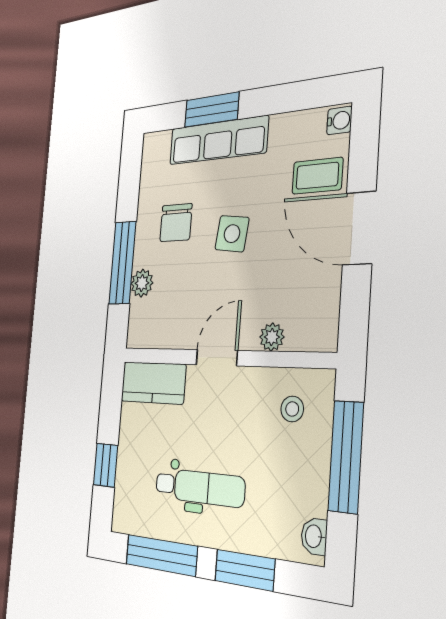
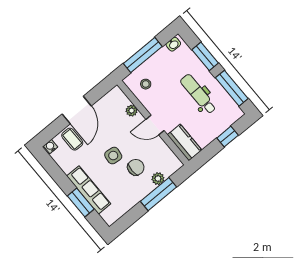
chair: (176, 223) -> (136, 167), moved

